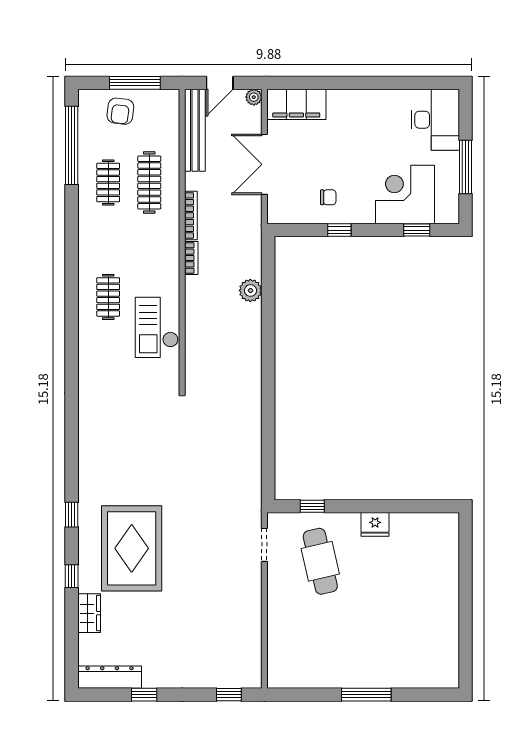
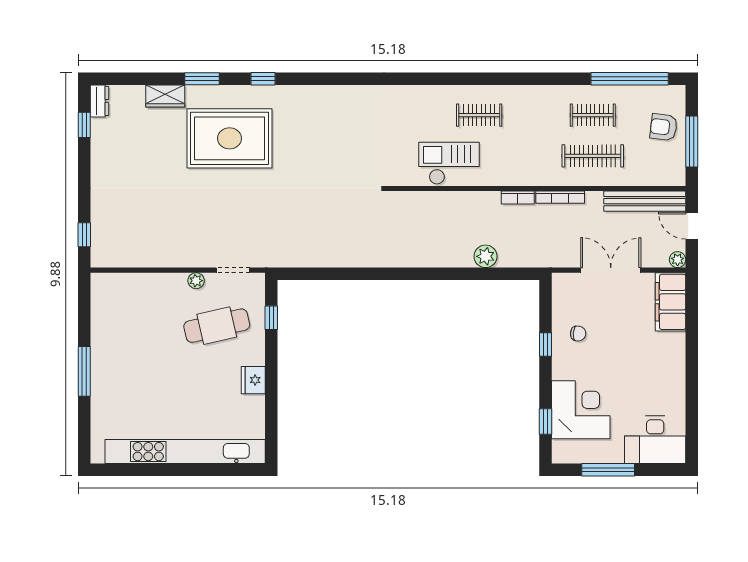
chair: (328, 197) -> (578, 334), turned -85
window: (72, 576) -> (202, 79), width x1.50
plant: (275, 582) -> (196, 281), added
kitchen unit: (447, 593) -> (185, 452), added
dresser: (110, 677) -> (99, 101), width x0.51, depth x0.80
window: (144, 695) -> (84, 125), moved

